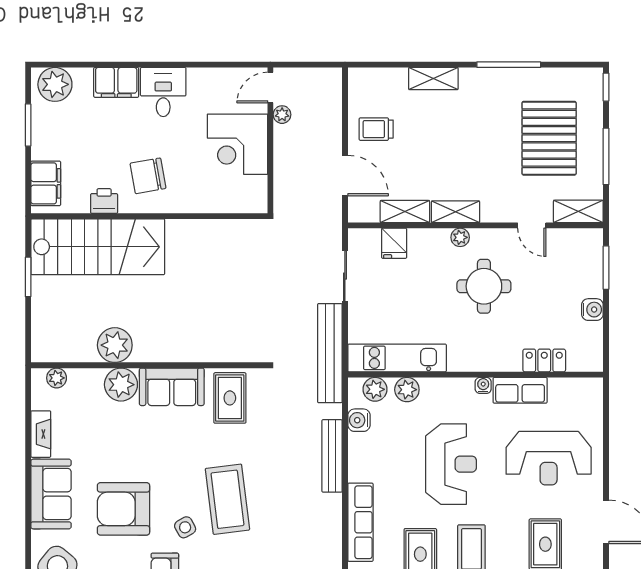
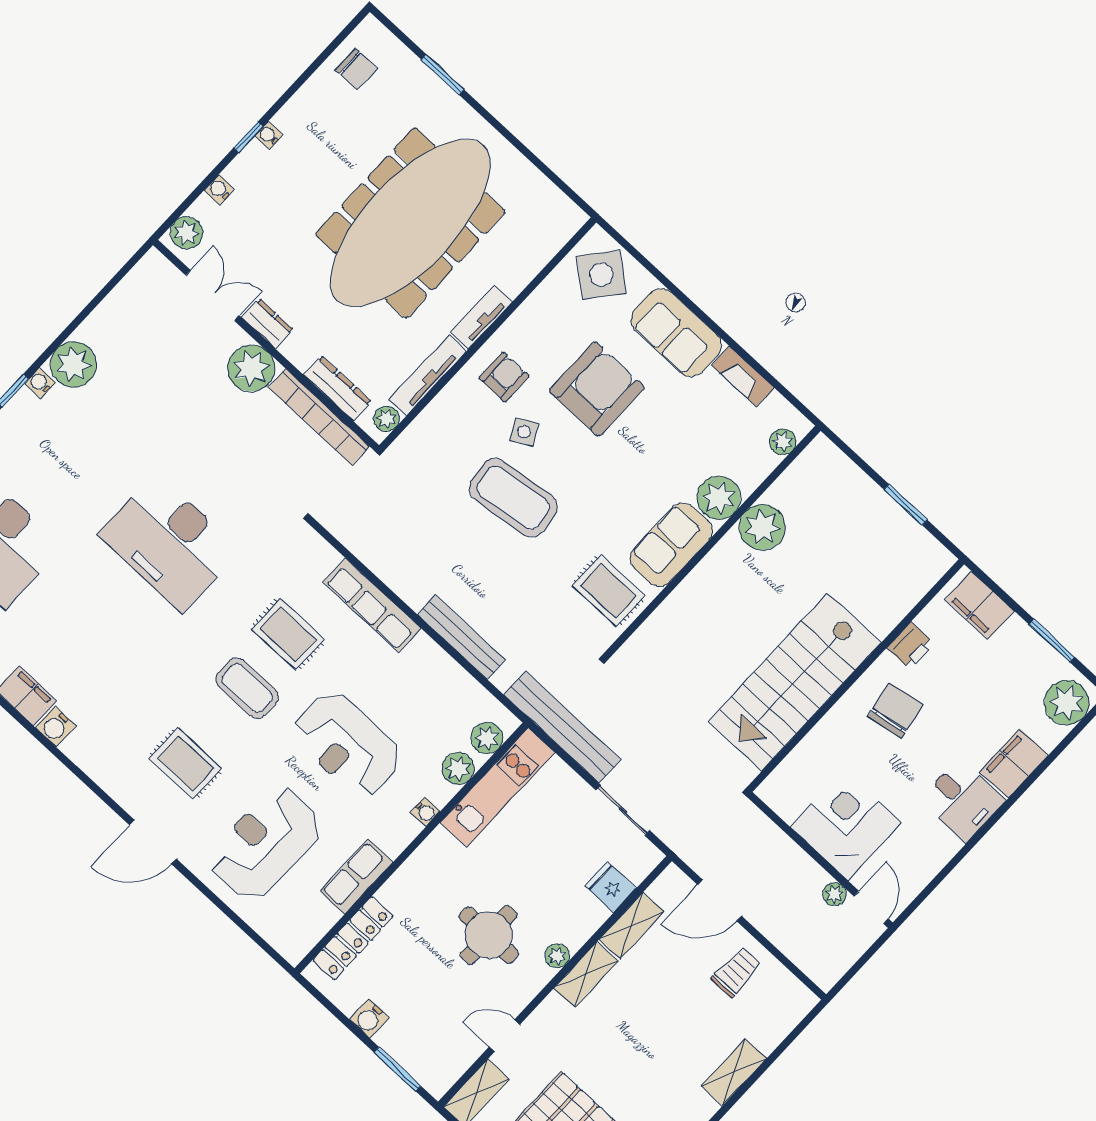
stairs: (98, 247) -> (795, 682), moved
locker: (544, 360) -> (353, 938), width x1.53
water cooler: (483, 385) -> (425, 812), moved
water cooler: (359, 420) -> (472, 695), removed

